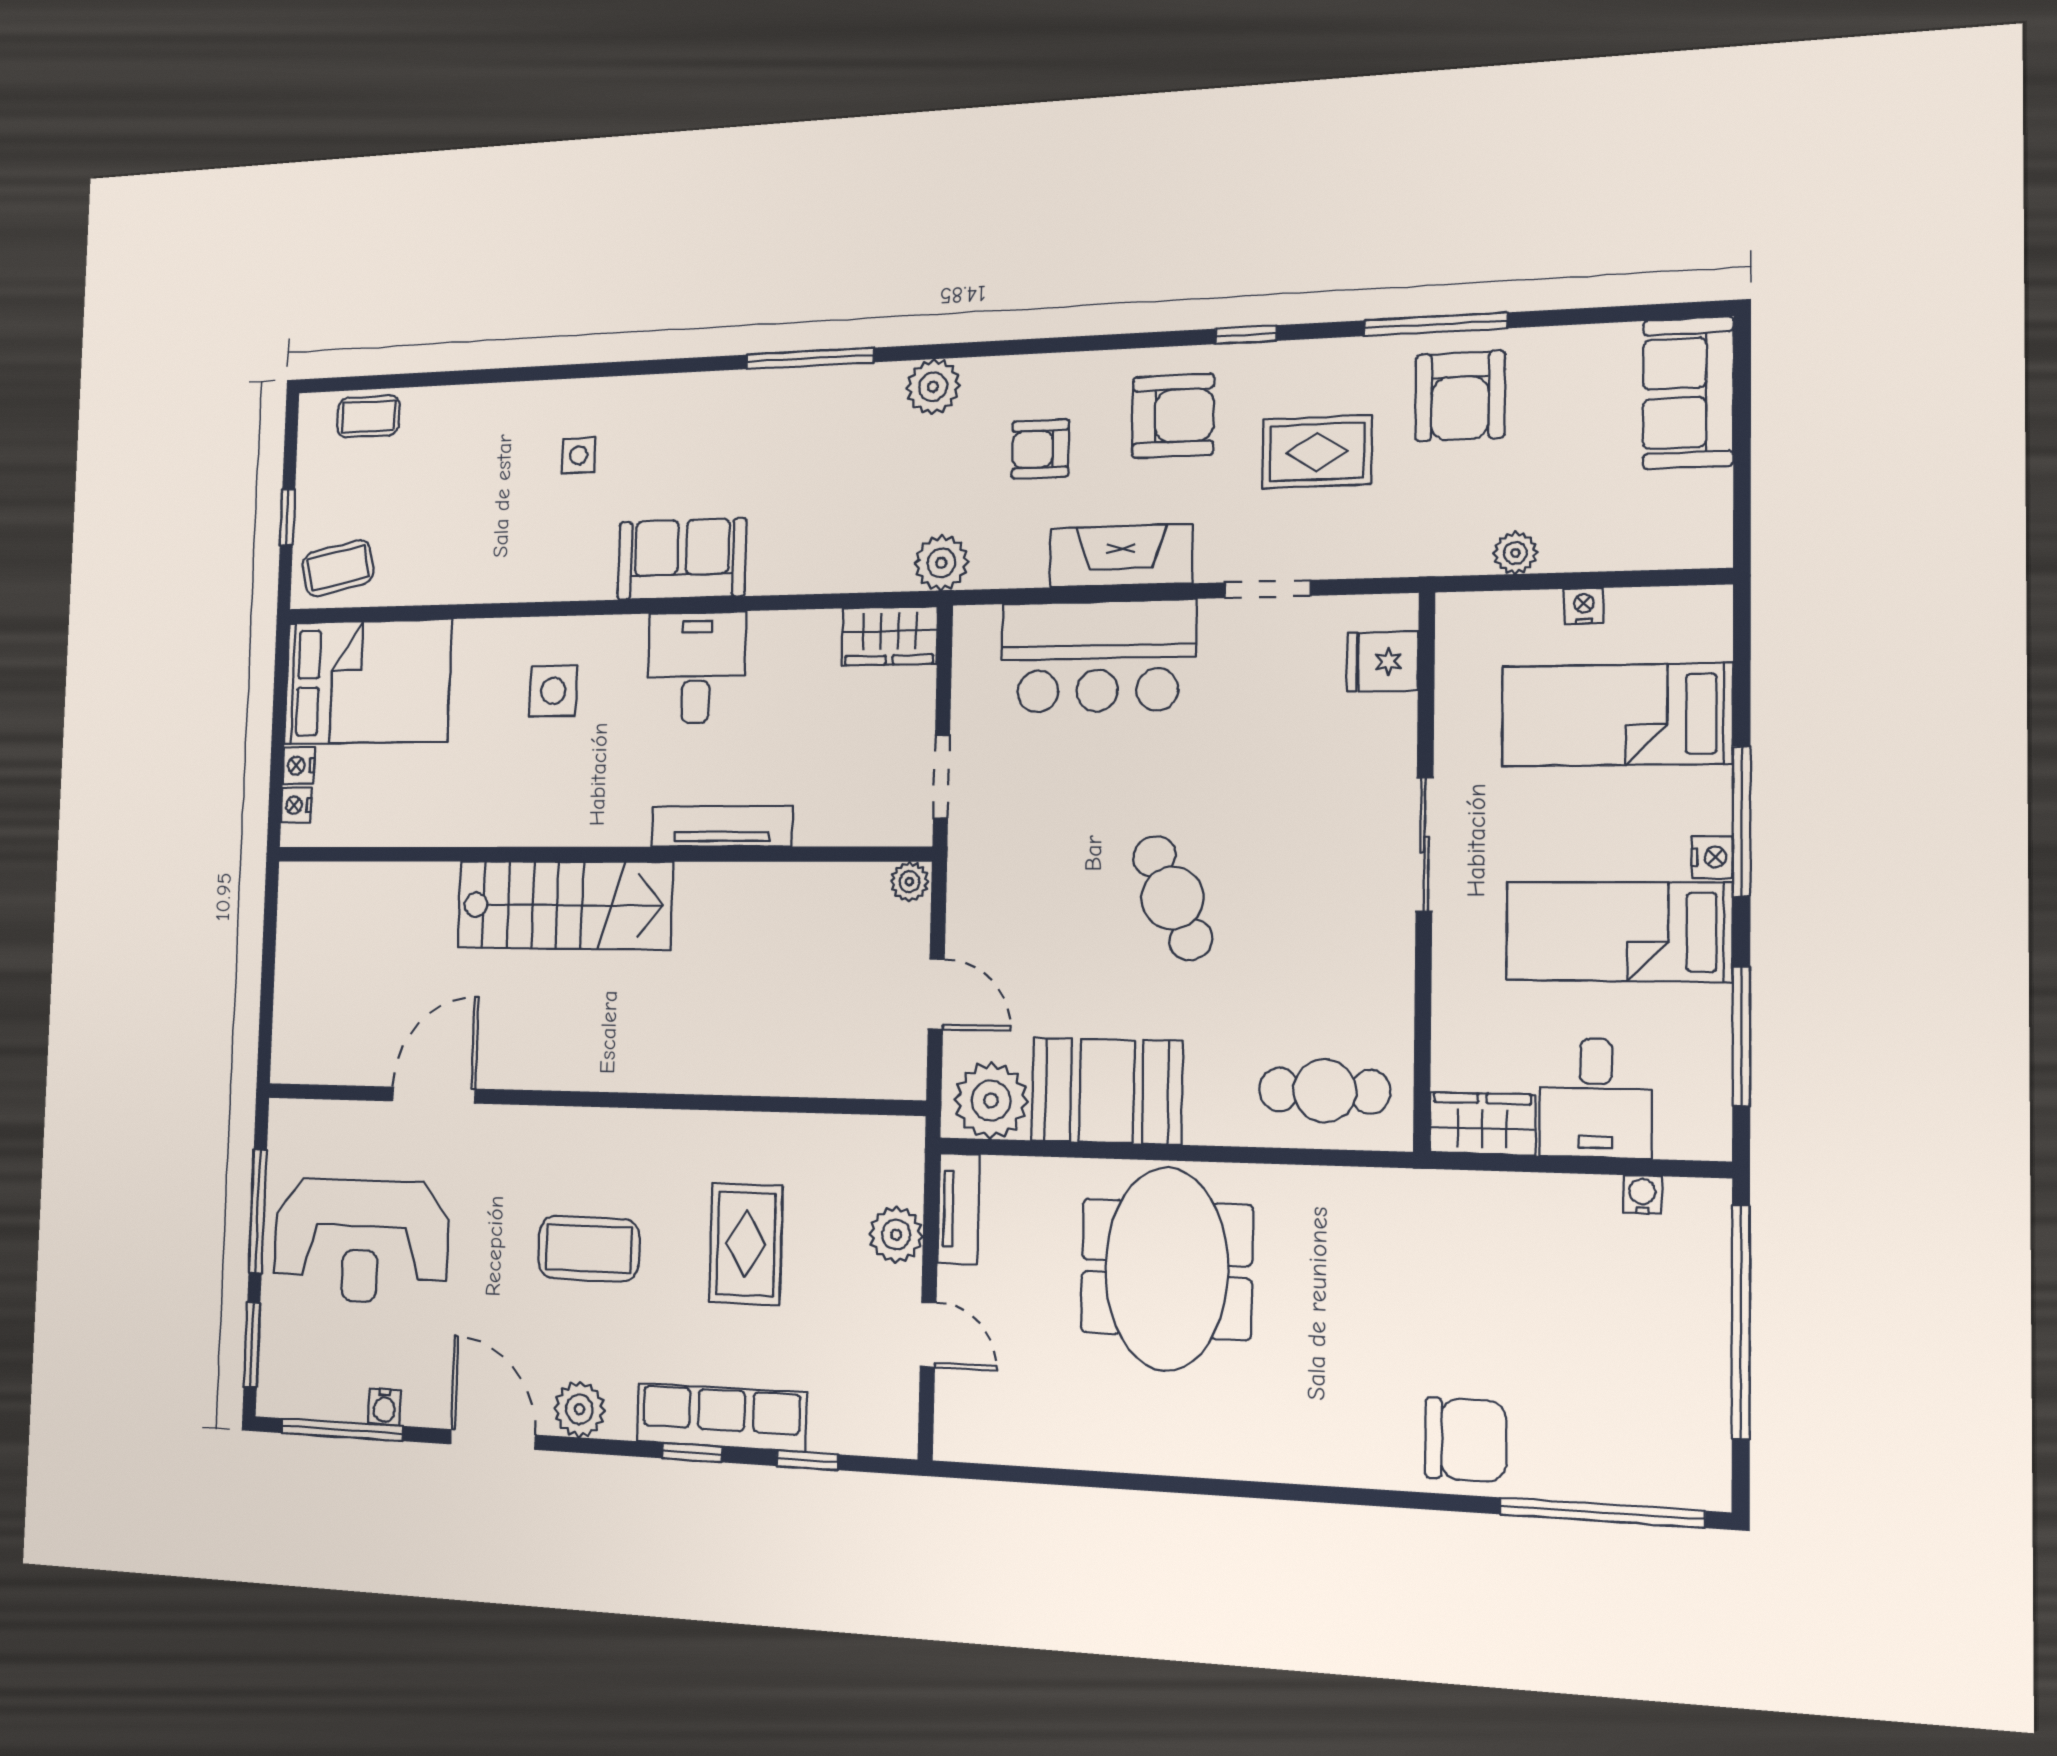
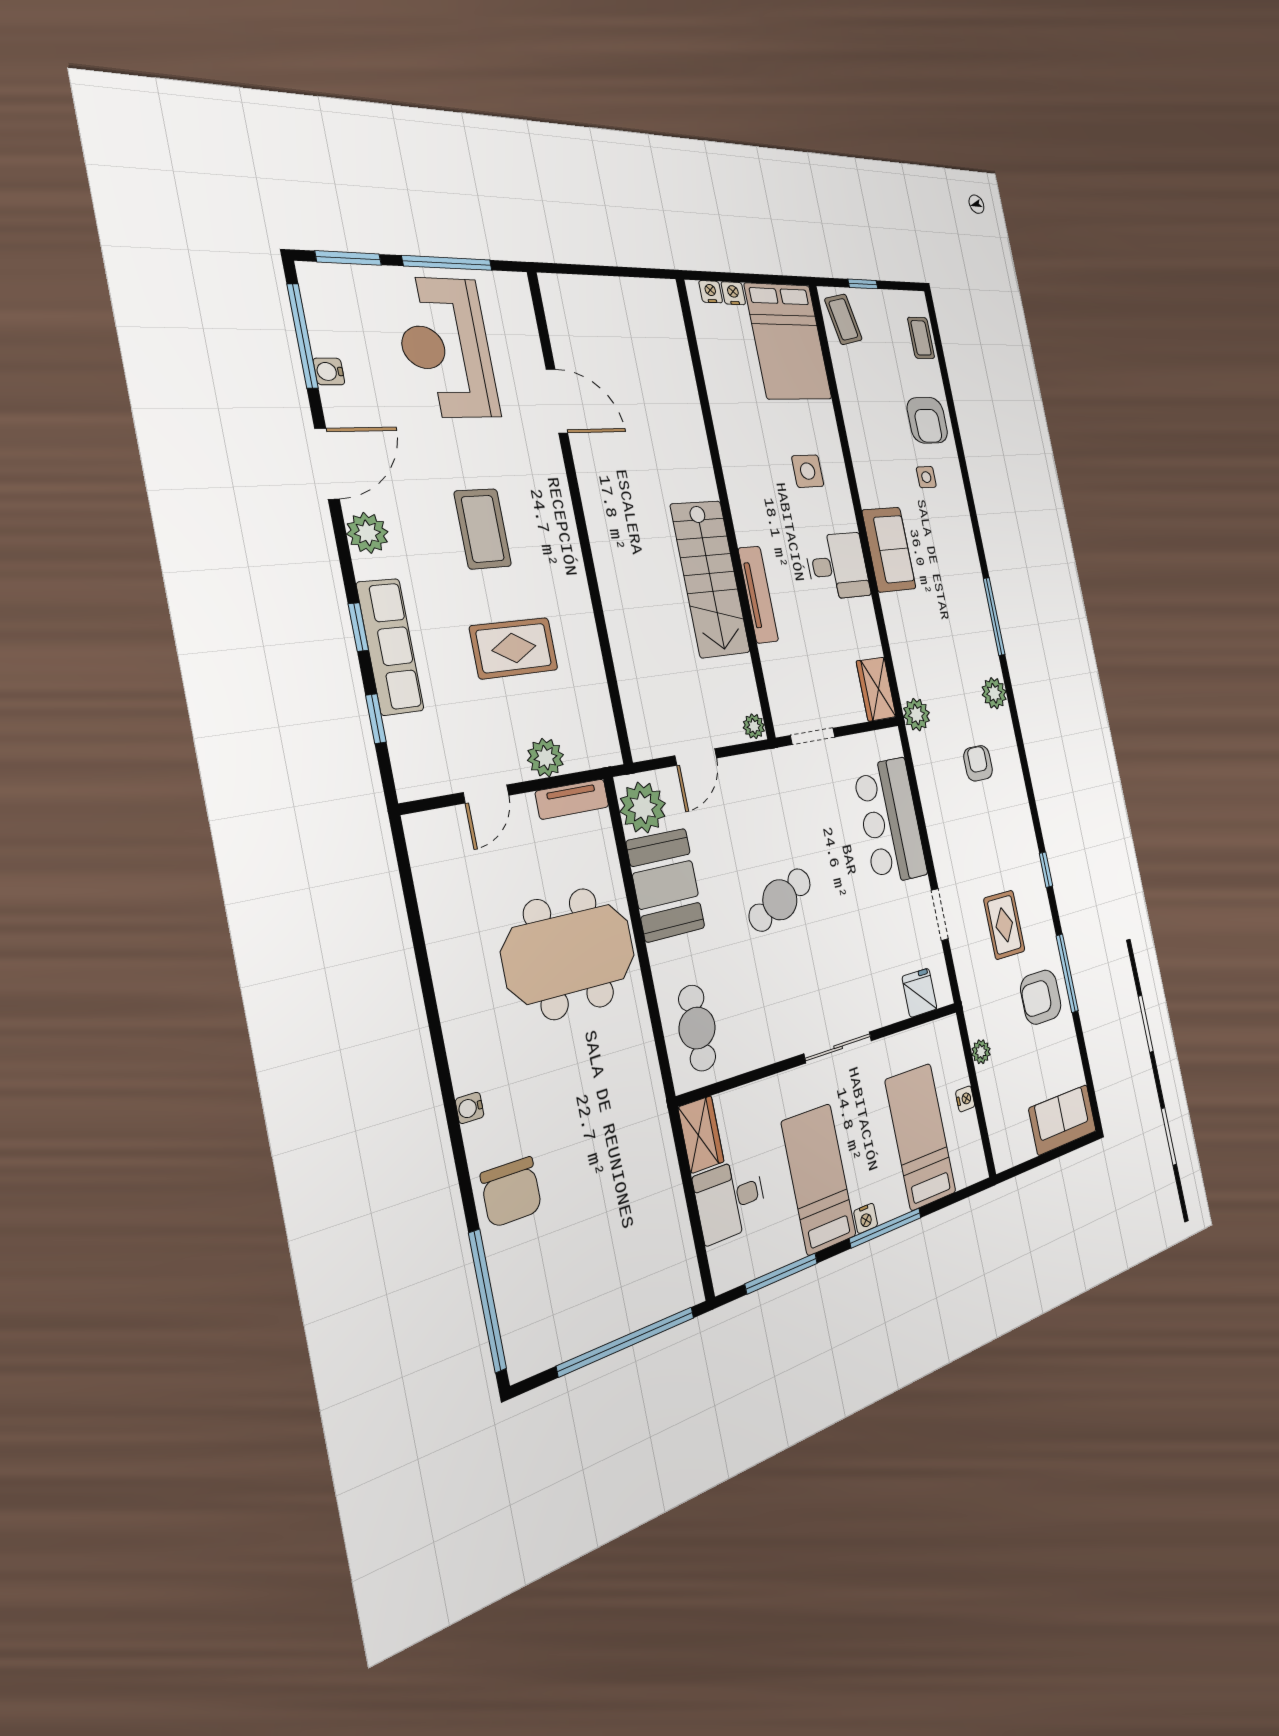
armchair: (1173, 416) -> (927, 420), moved
fireplace: (1121, 556) -> (939, 823), removed
stairs: (564, 905) -> (710, 579), moved
water cooler: (1642, 1194) -> (470, 1108), moved, turned 180

